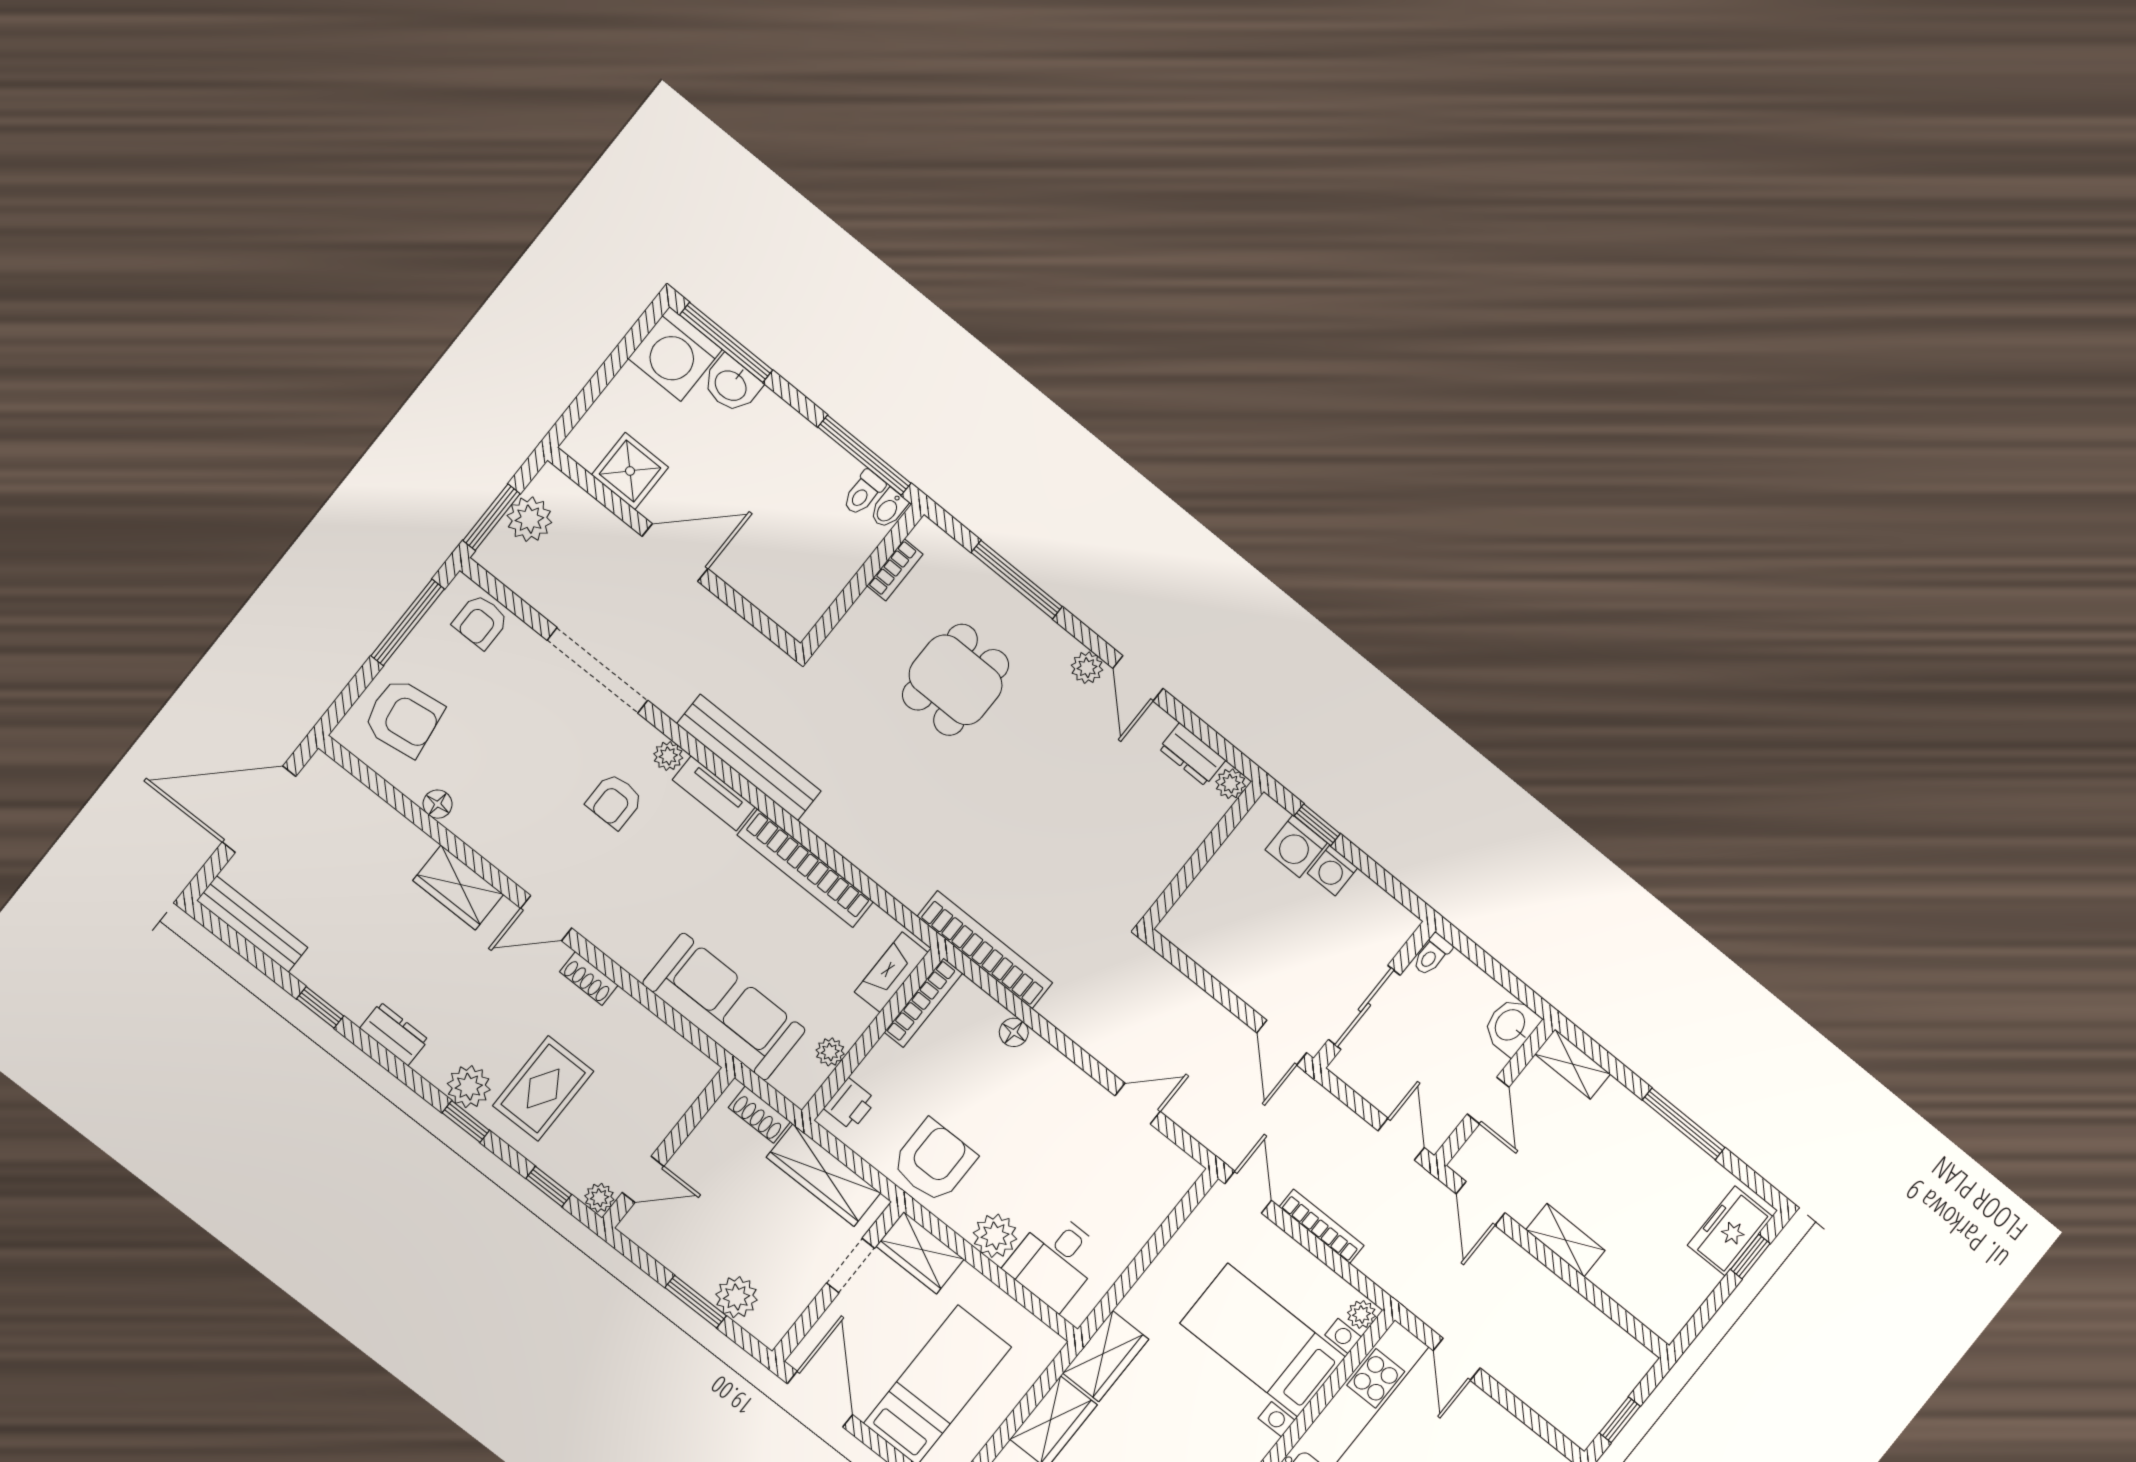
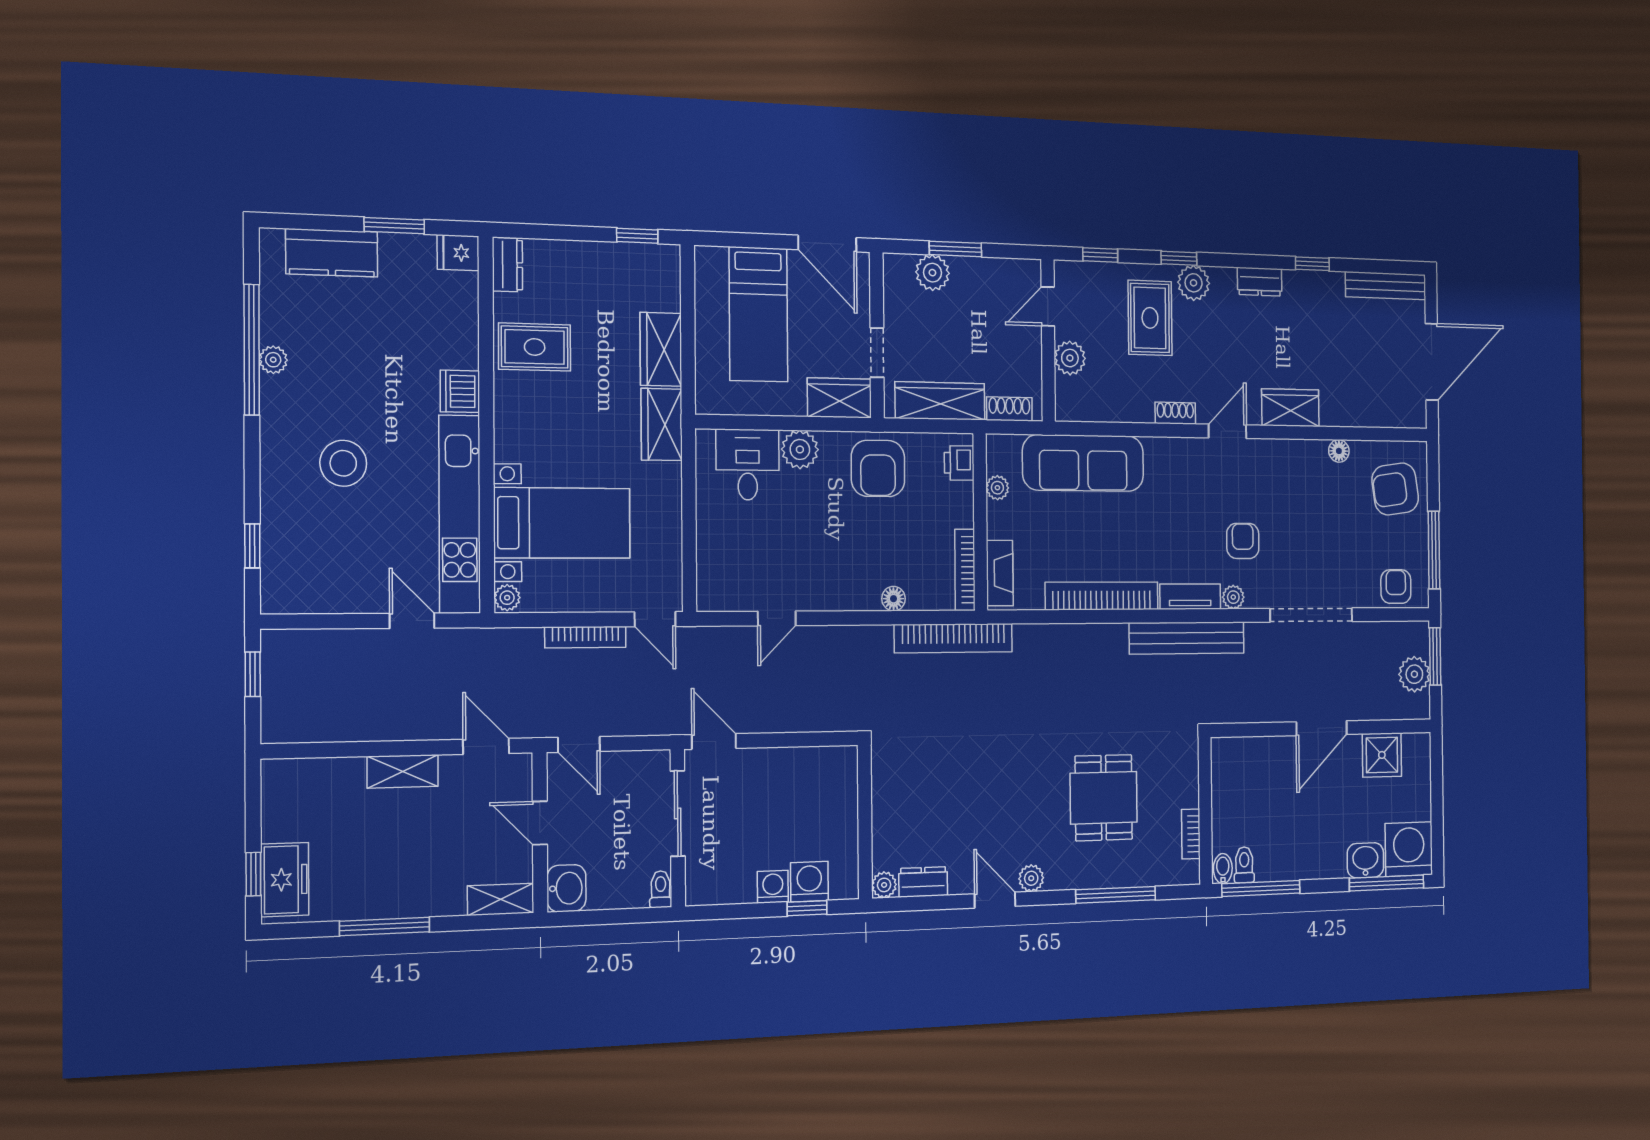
plant: (599, 1198) -> (1070, 358), moved, width x1.38, depth x1.38

